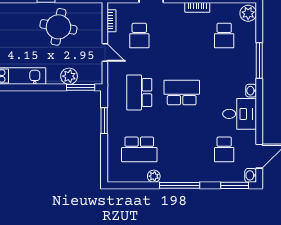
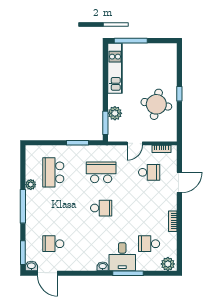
school desk: (139, 36) -> (149, 172), turned 180
school desk: (182, 92) -> (101, 208), width x0.54
desk: (240, 114) -> (122, 257), moved

